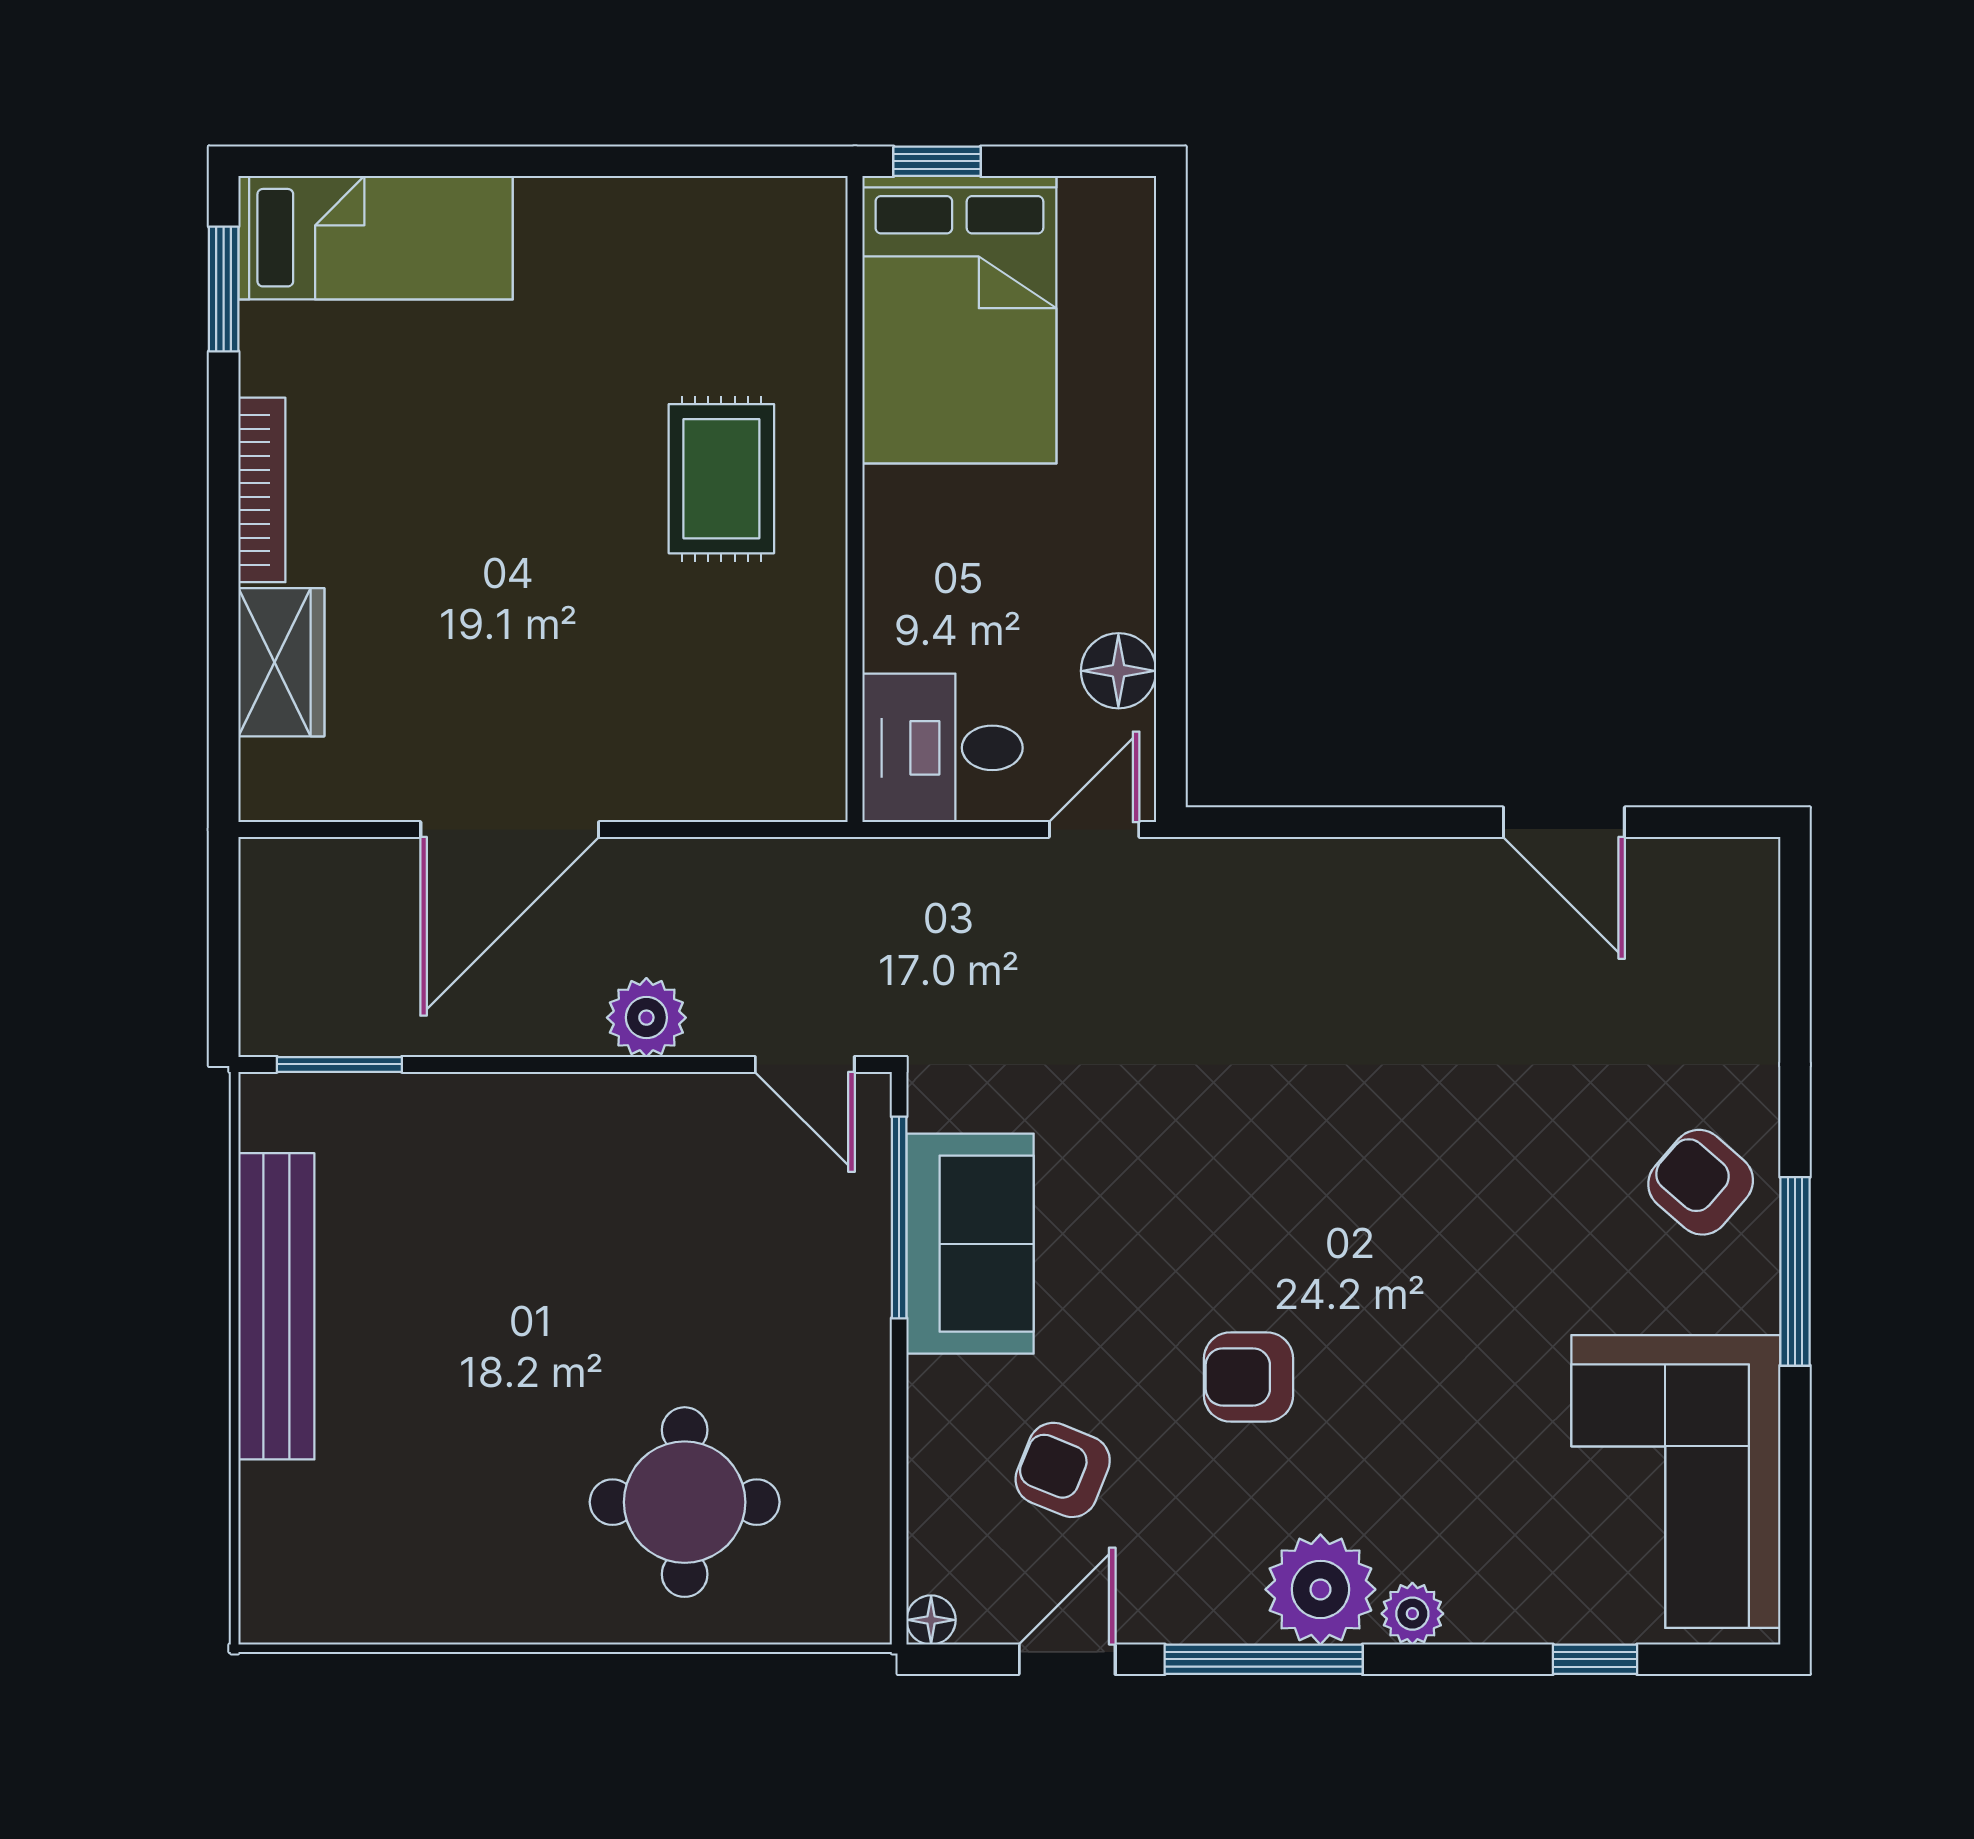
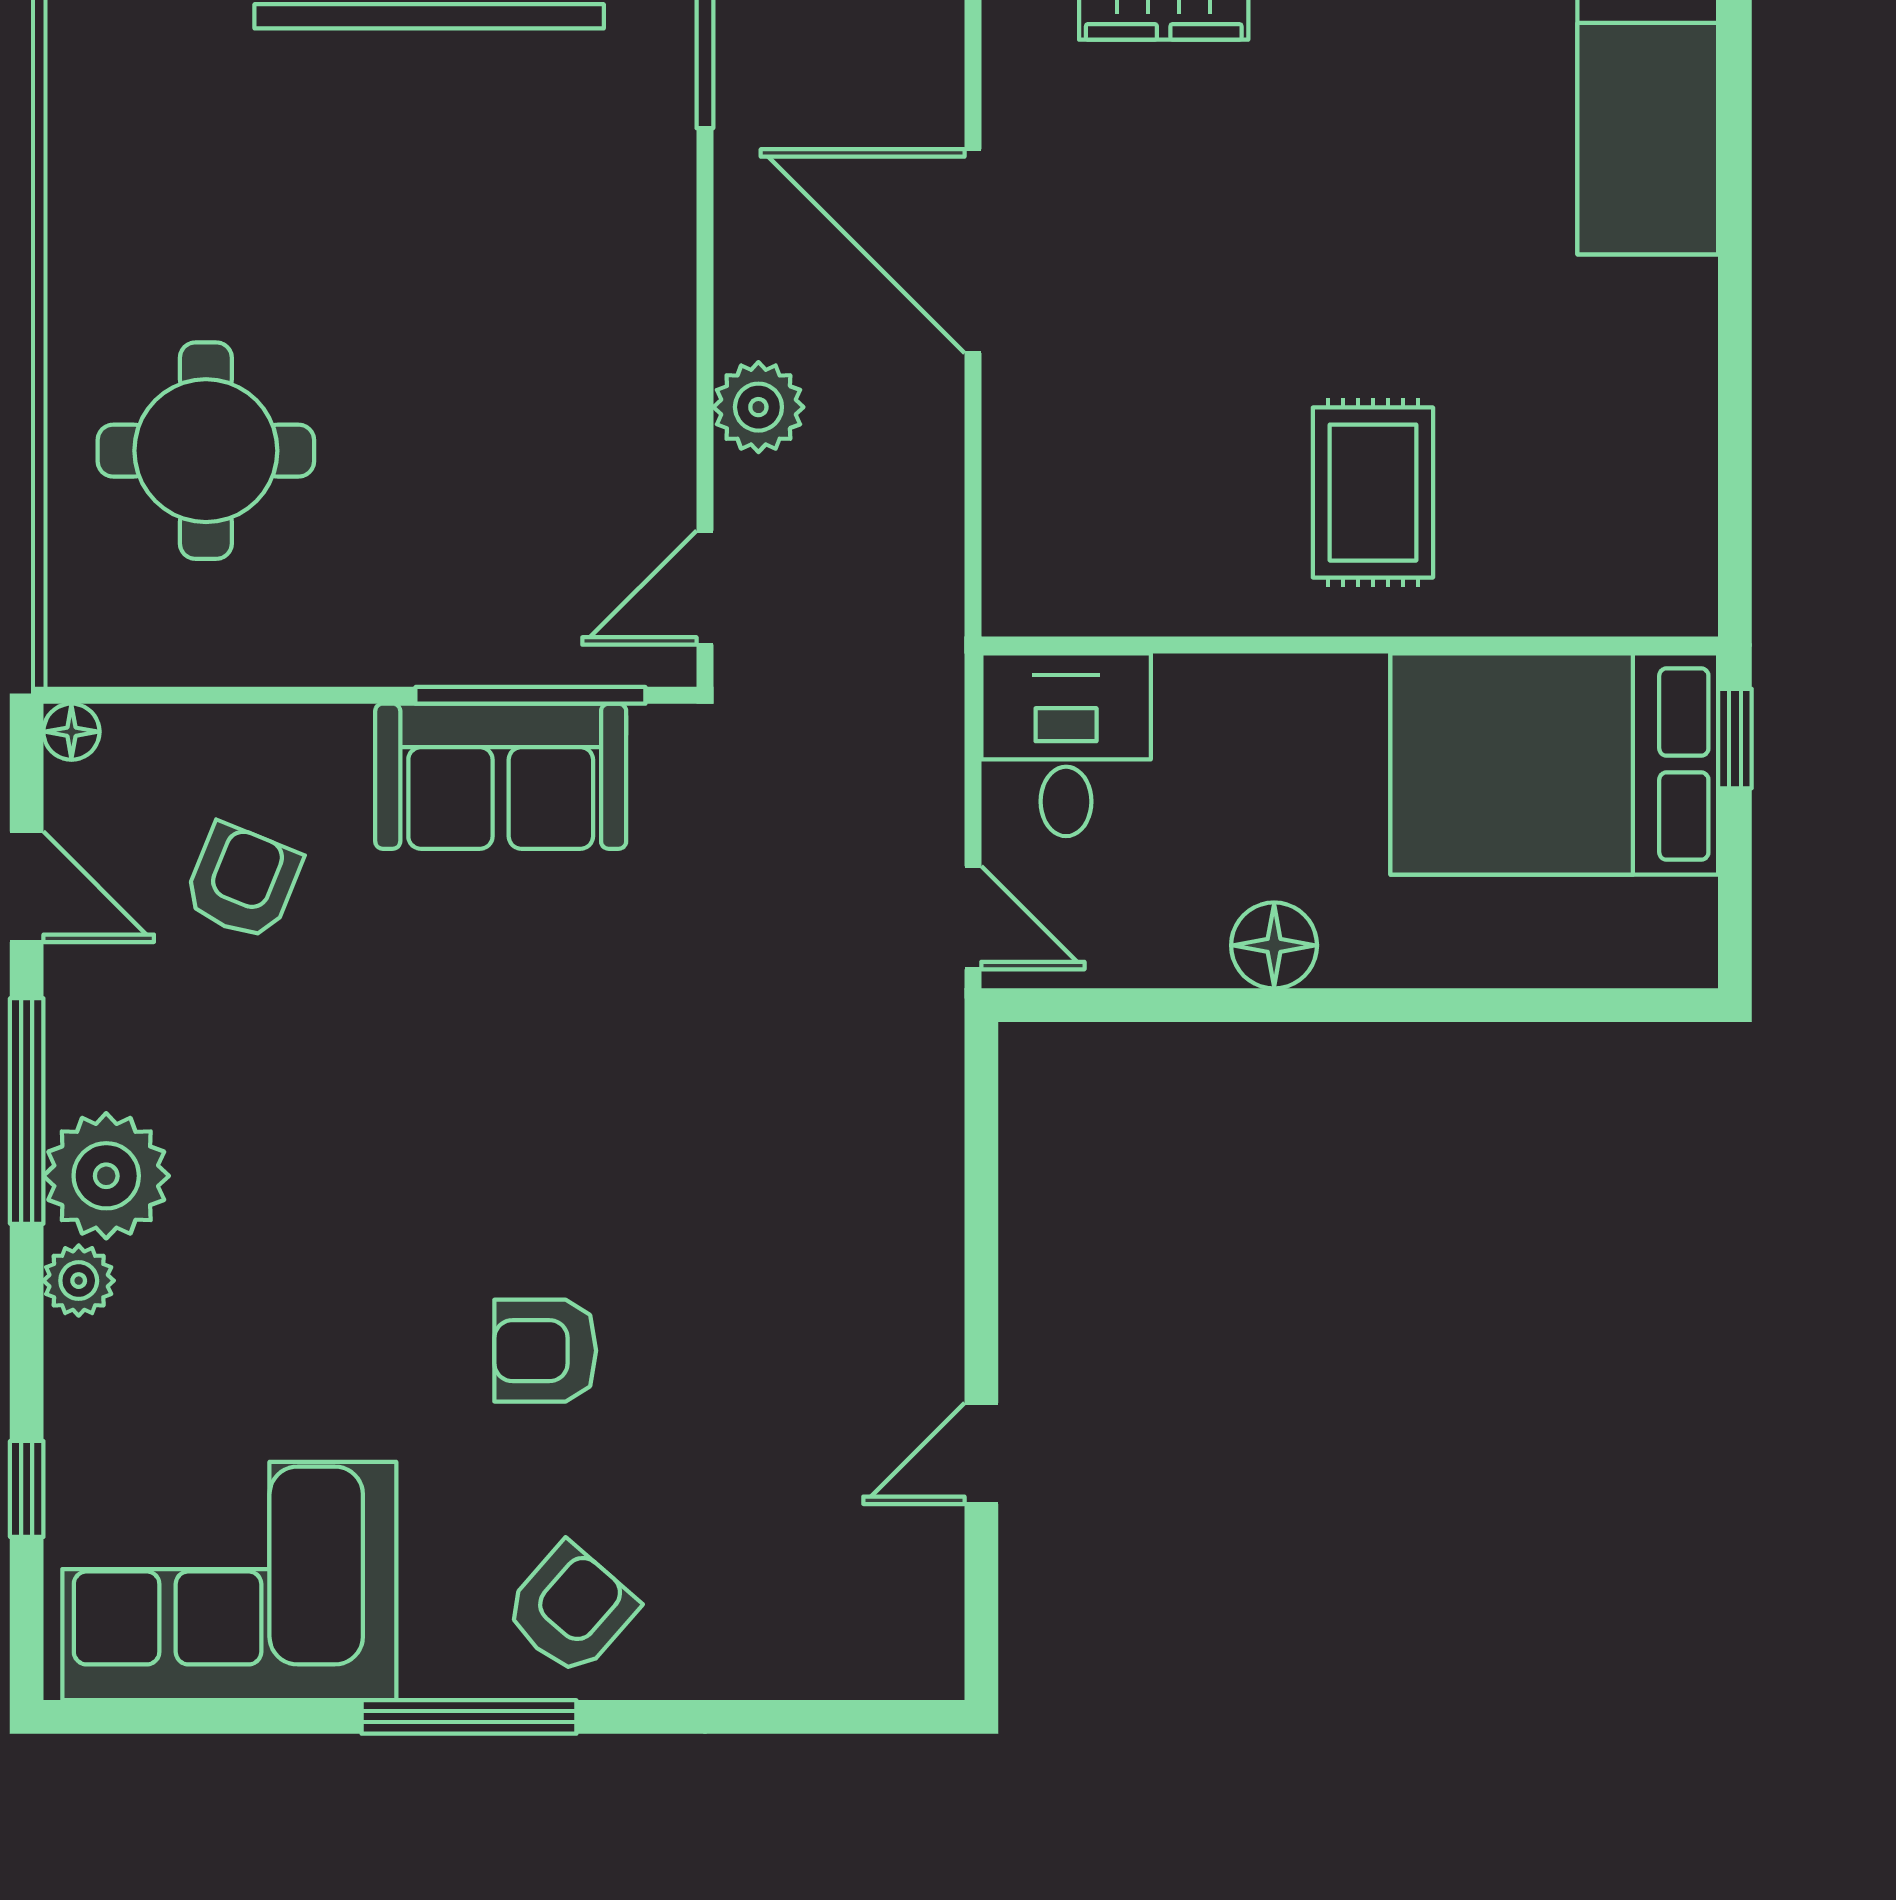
rug: (721, 479) -> (1373, 493), turned 90
floor lamp: (1118, 671) -> (1274, 945), moved
door: (1564, 822) -> (981, 1453), width x0.73
armchair: (1249, 1377) -> (545, 1351), moved, turned -90

